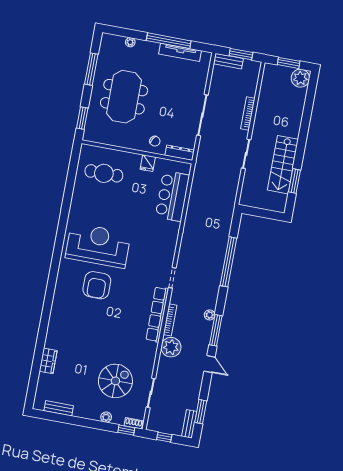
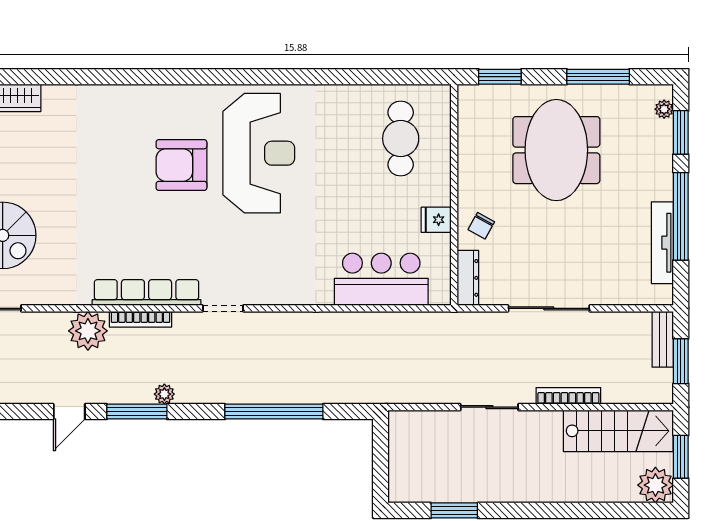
window: (127, 33) -> (681, 132), added
plant: (130, 42) -> (664, 109), moved
meeting table: (124, 97) -> (556, 150), turned 90
stairs: (283, 165) -> (618, 431), moved, turned 180

